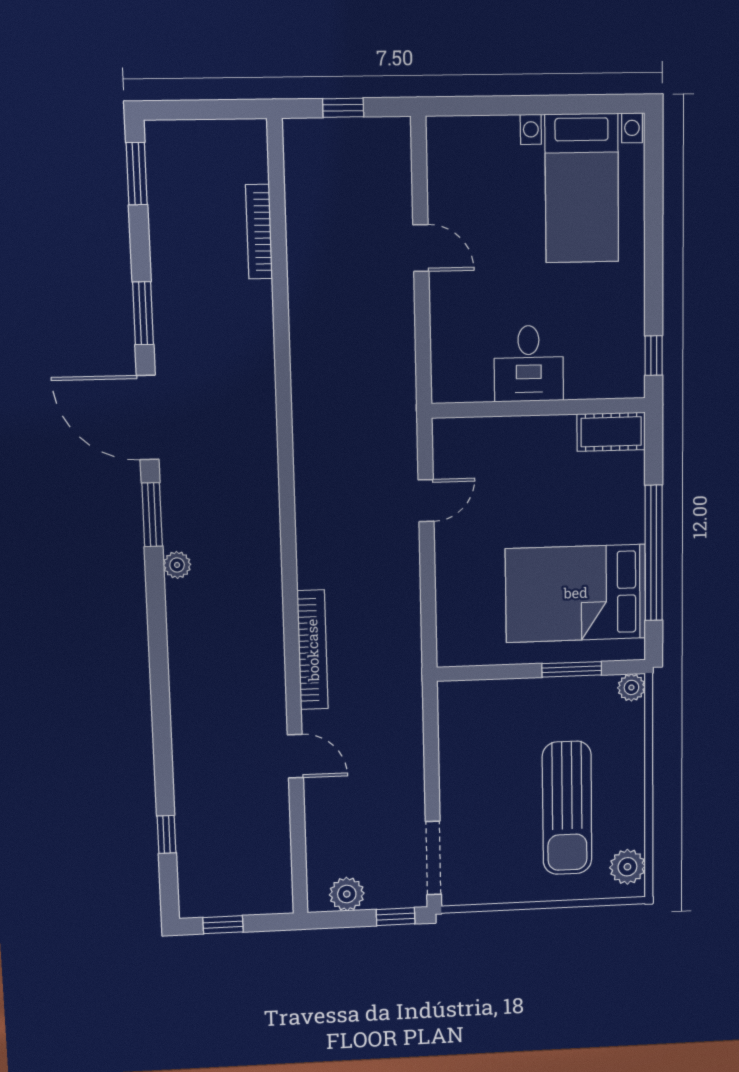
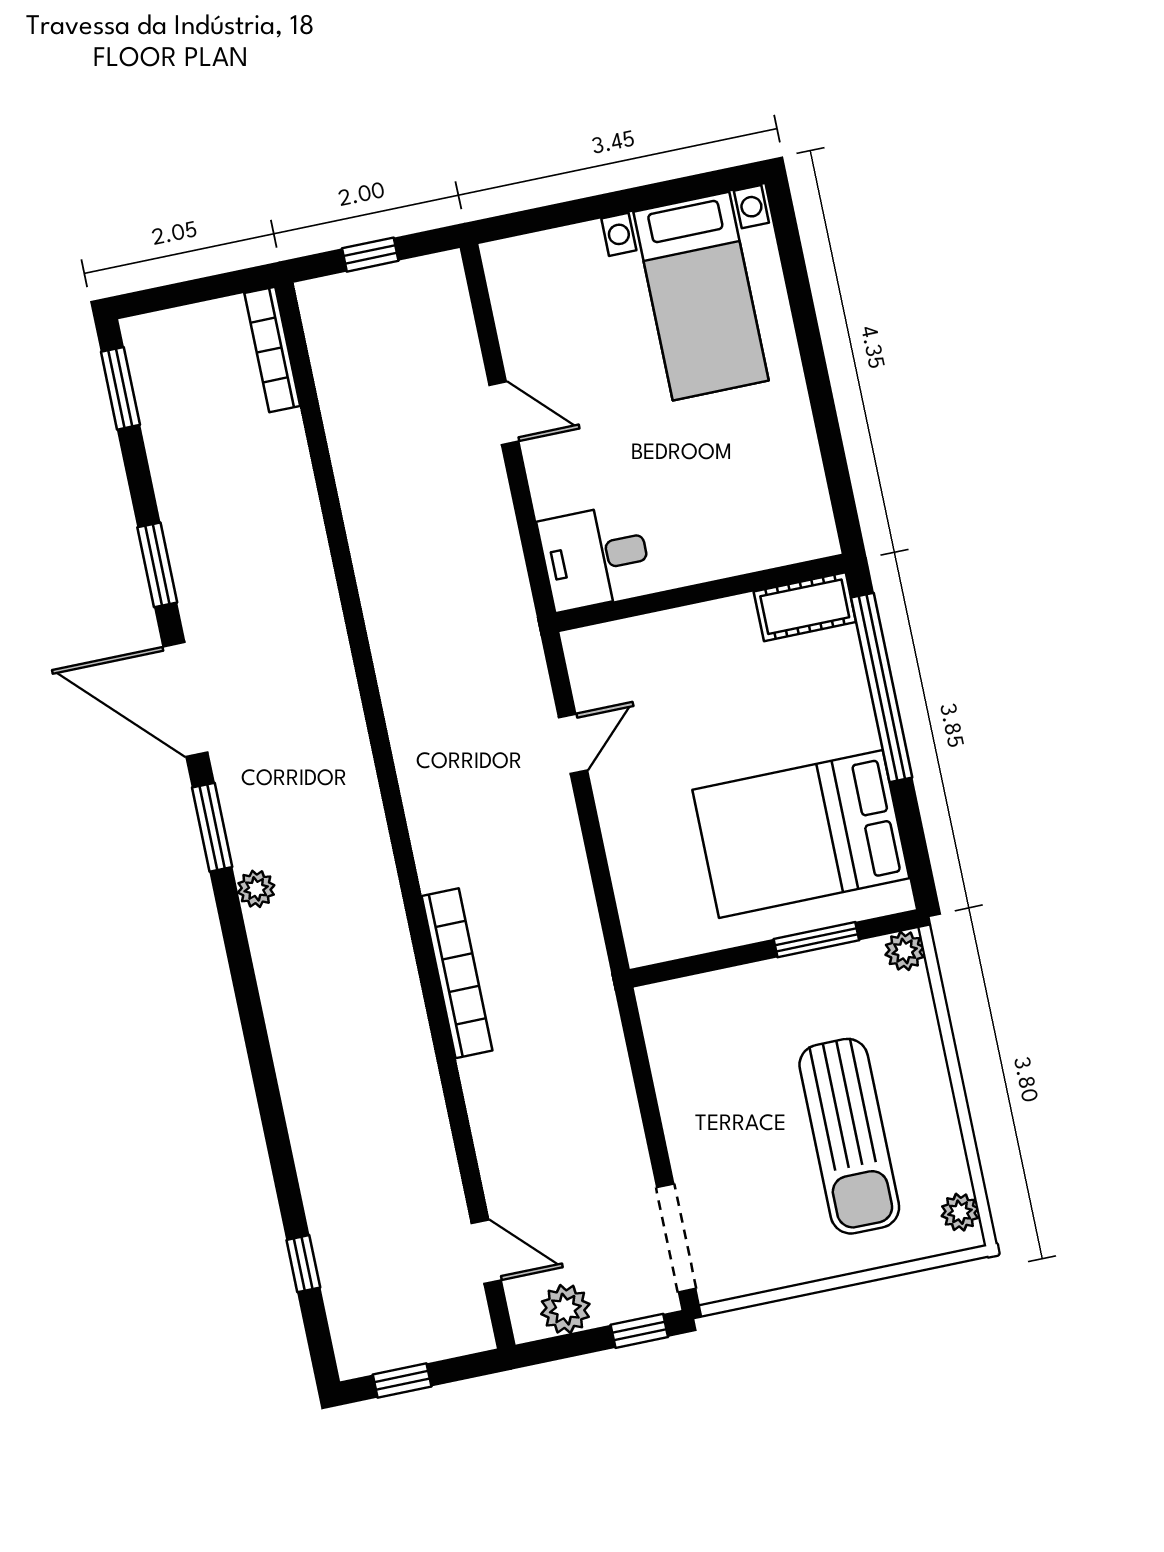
bookcase: (259, 232) -> (272, 349), moved
window: (654, 356) -> (842, 495), removed
desk: (529, 364) -> (595, 557), moved, turned 90
window: (654, 553) -> (882, 687), moved
door: (295, 756) -> (486, 1252), moved
plant: (627, 867) -> (960, 1212), width x0.73, depth x0.73

